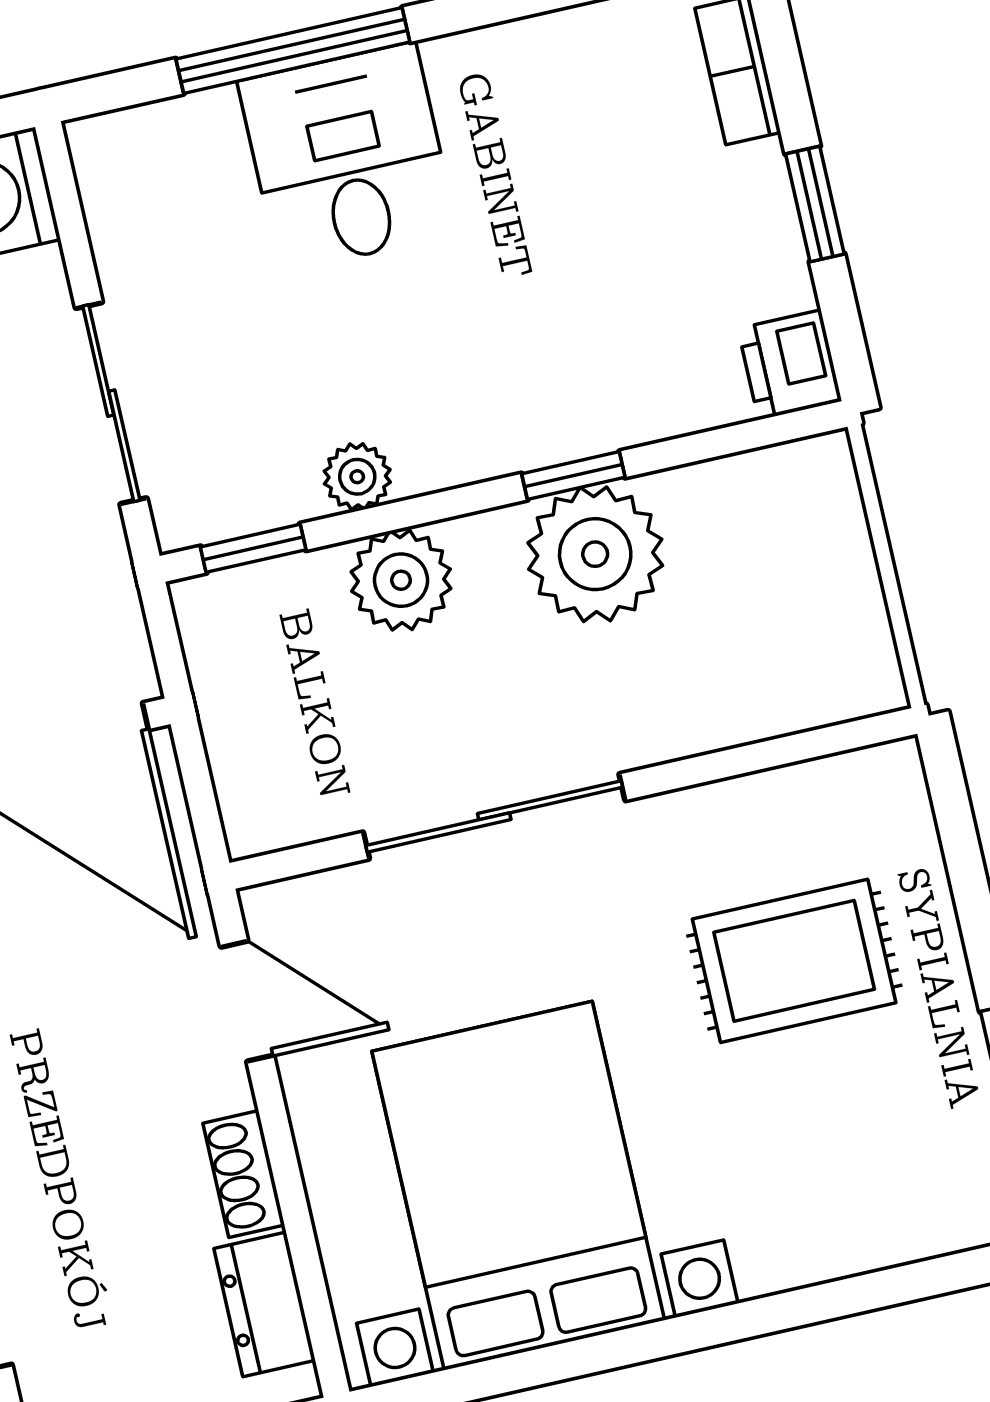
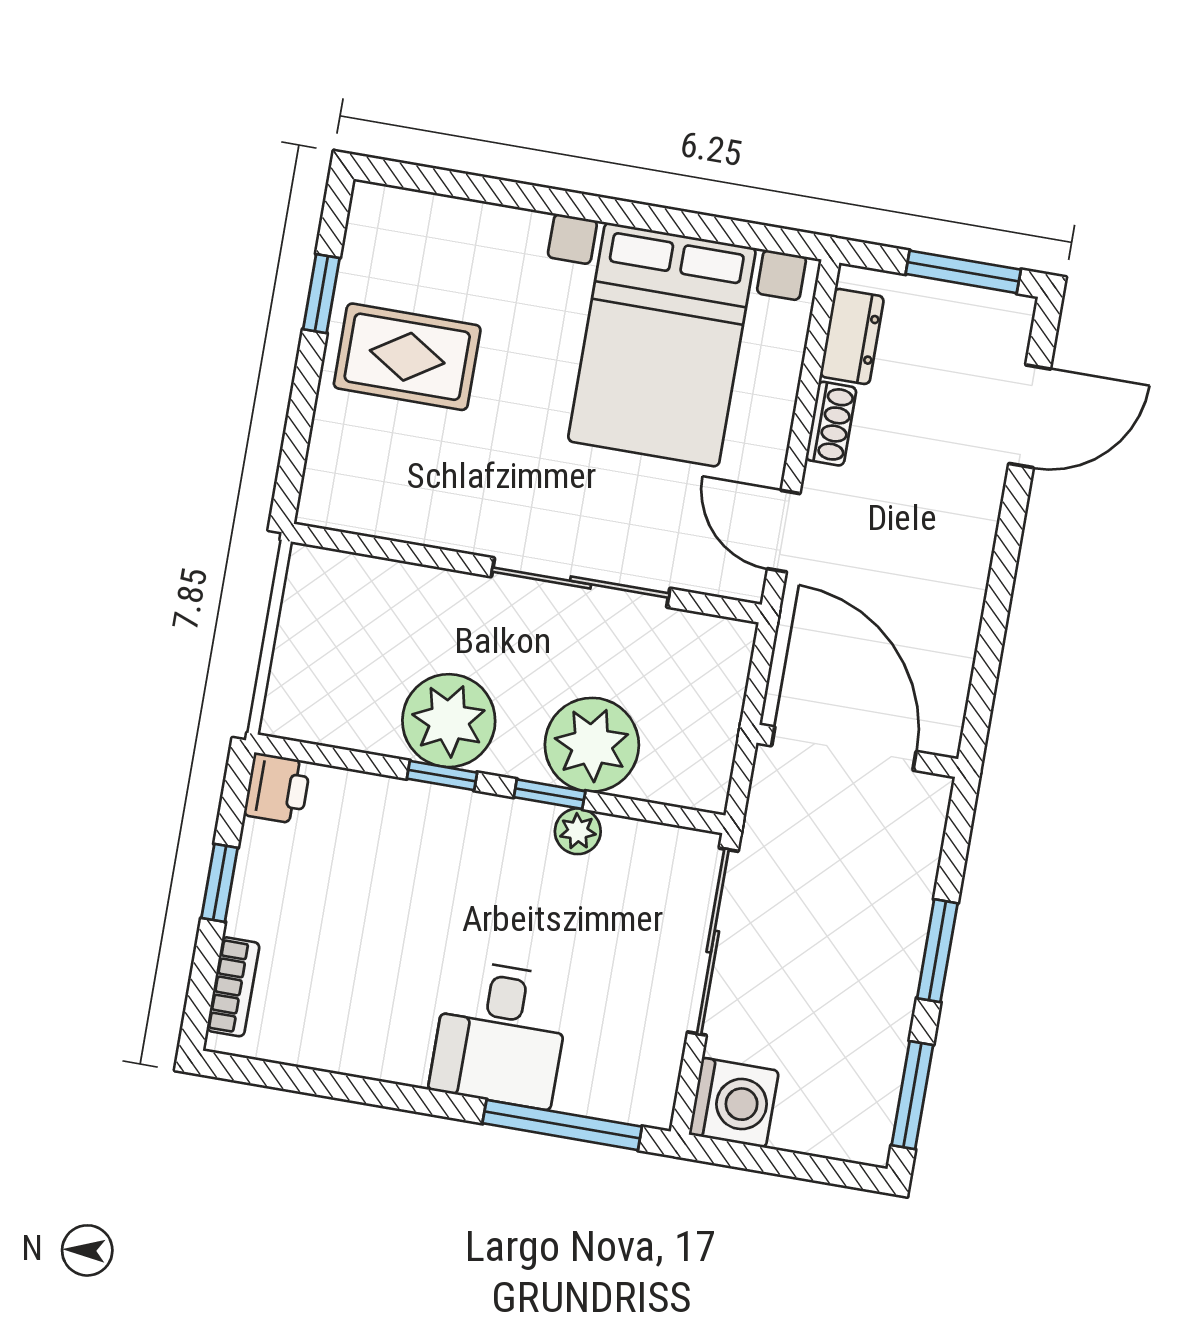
window: (293, 50) -> (562, 1125), moved
sliding door: (111, 403) -> (713, 942), width x1.37
window: (253, 548) -> (550, 794), moved
plant: (401, 580) -> (592, 745), width x1.36, depth x1.36
rug: (794, 961) -> (407, 357), moved

